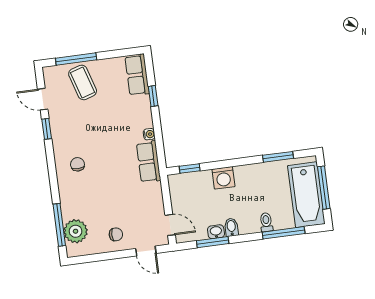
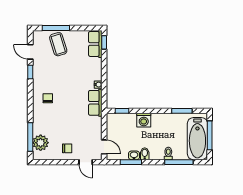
window: (153, 96) -> (104, 42), moved

